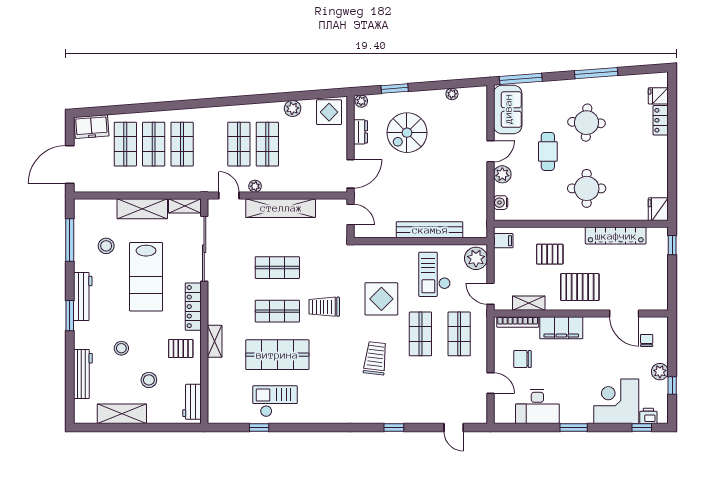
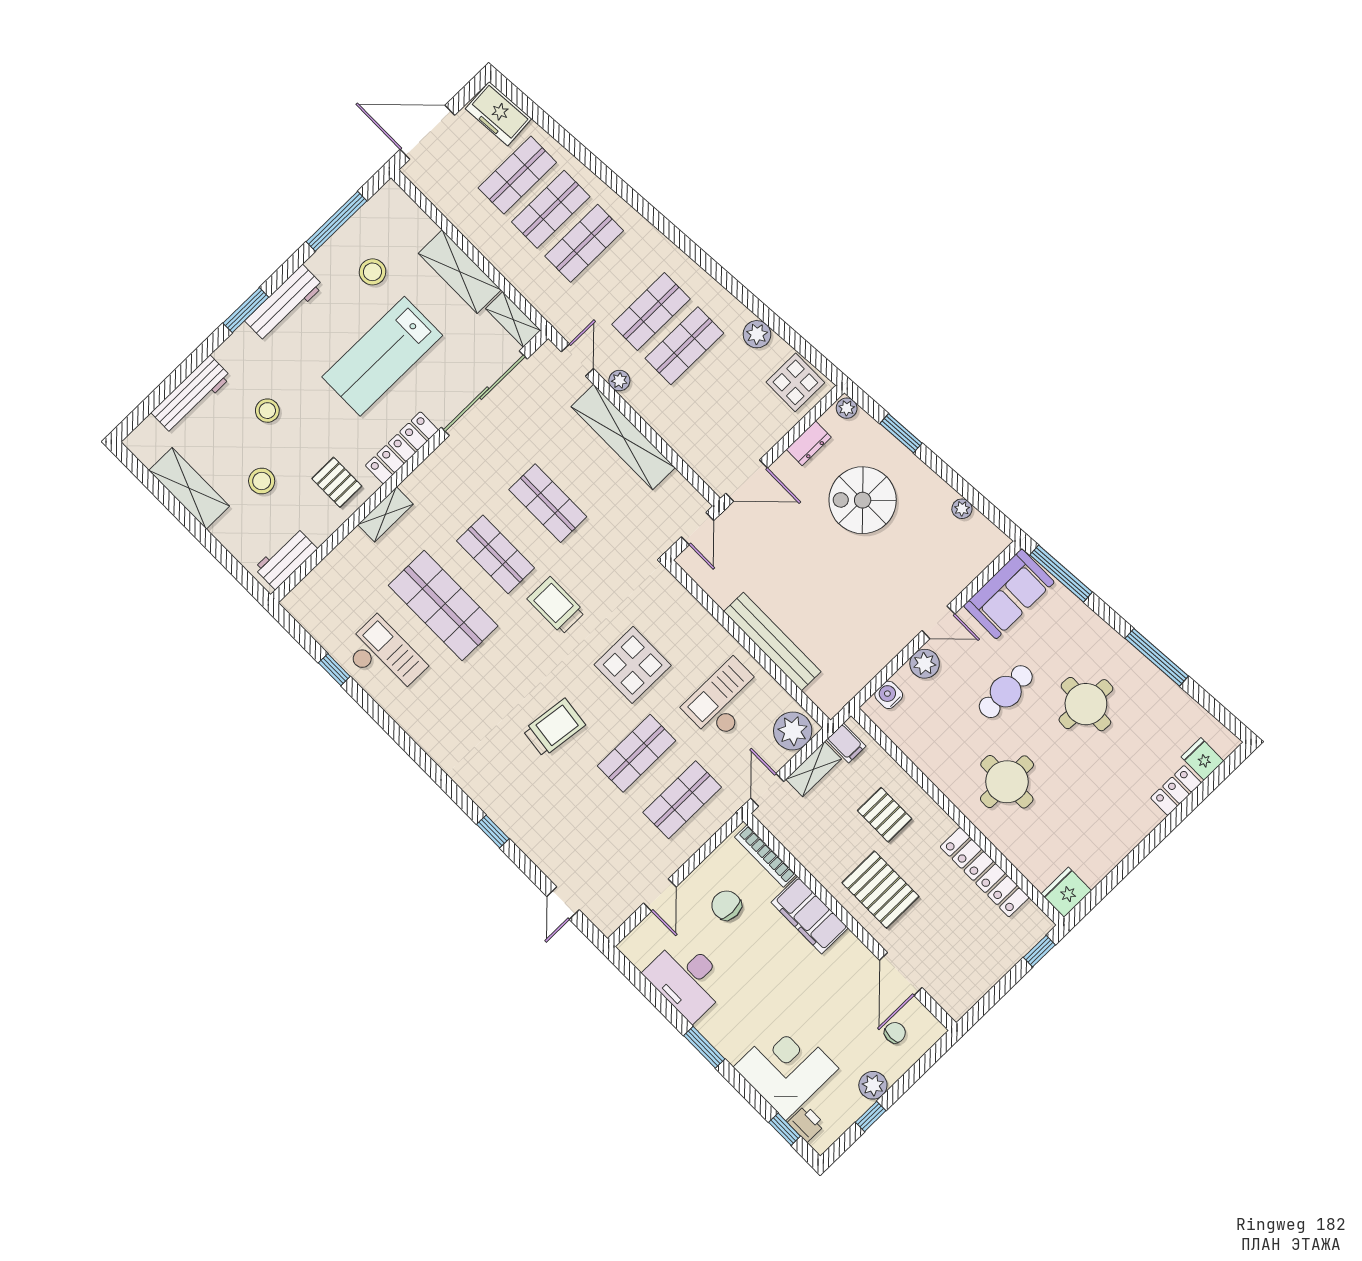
shelving: (529, 303) -> (814, 769), moved, turned 90

